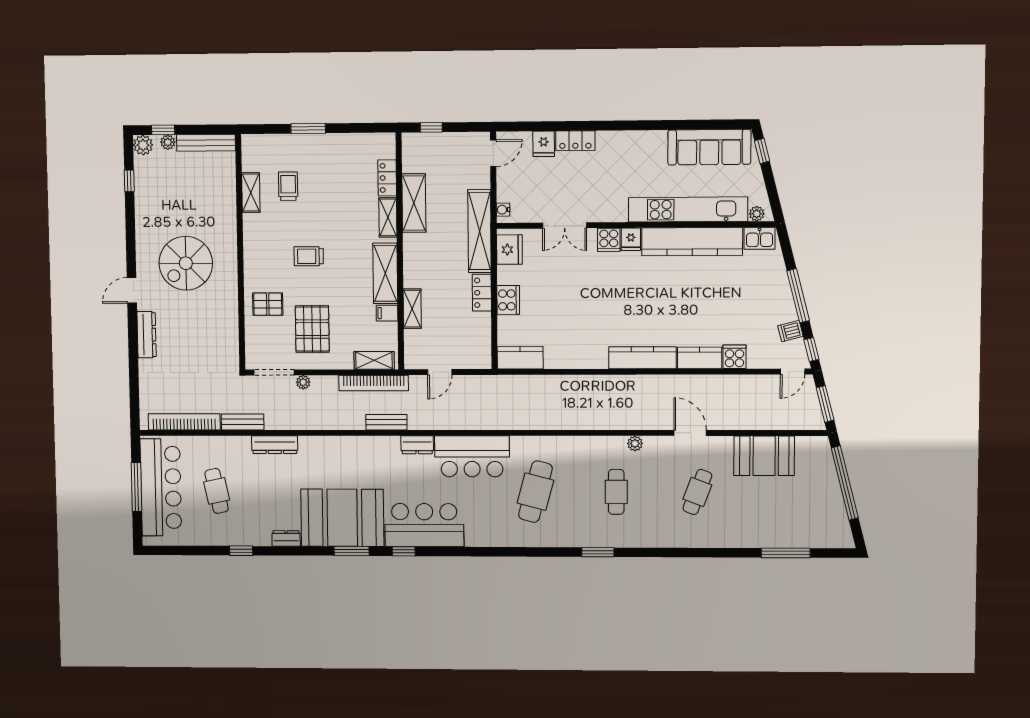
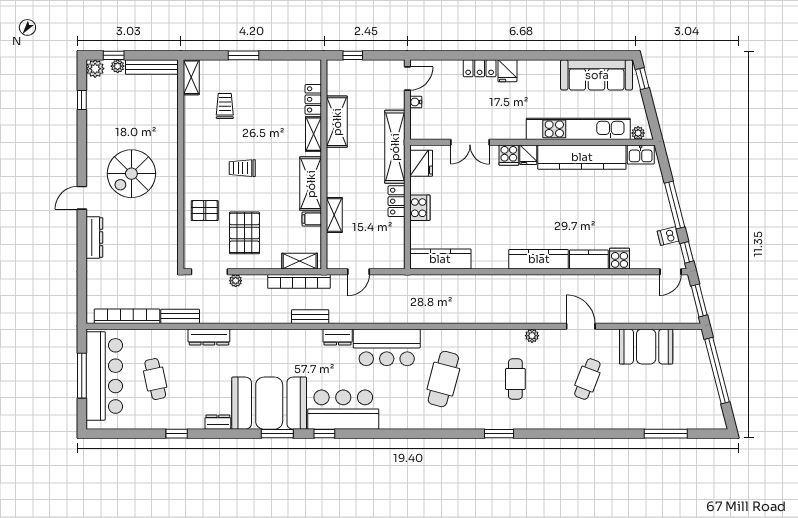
fridge: (544, 144) -> (507, 71), moved
shelving: (251, 193) -> (191, 77), moved
water cooler: (503, 210) -> (416, 102), moved
kitchen counter: (520, 358) -> (440, 259), width x1.50

